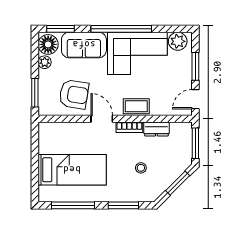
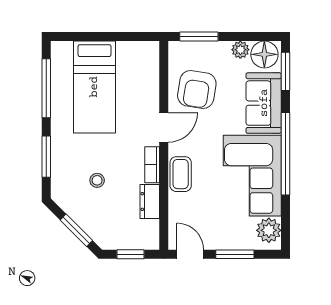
window: (195, 143) -> (130, 254), width x0.67

